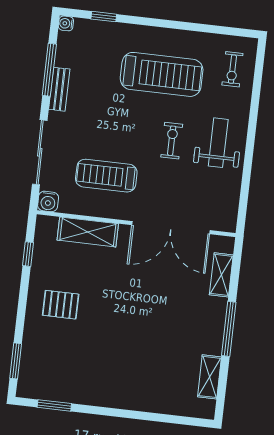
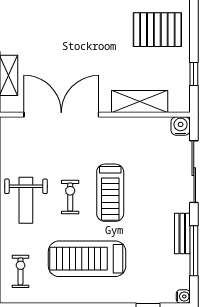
exercise bike: (172, 141) -> (70, 197), turned 180
treadmill: (106, 176) -> (110, 193), moved, turned 90
pallet: (61, 305) -> (157, 30), width x1.50, depth x1.42

